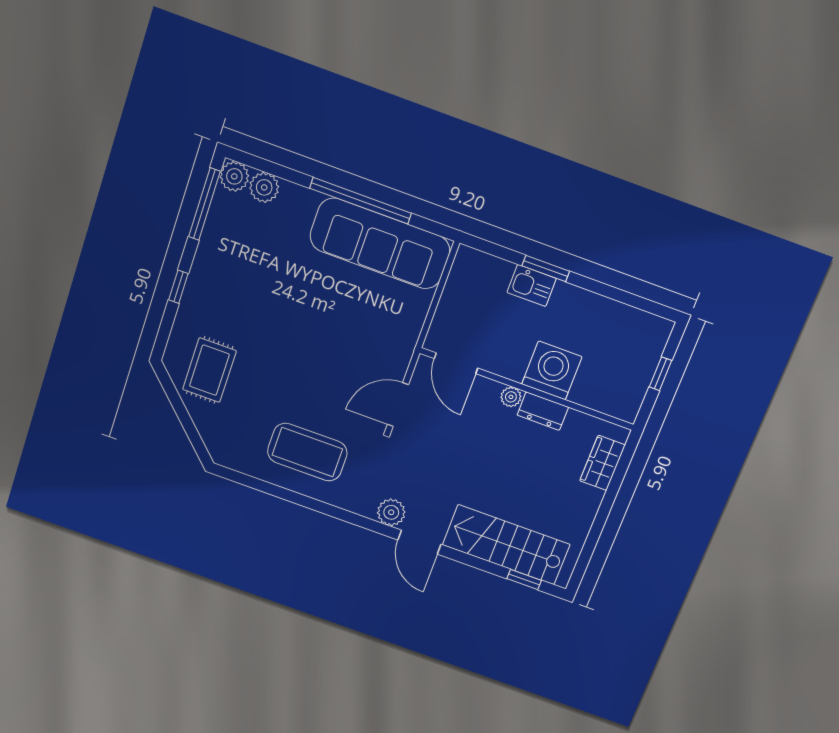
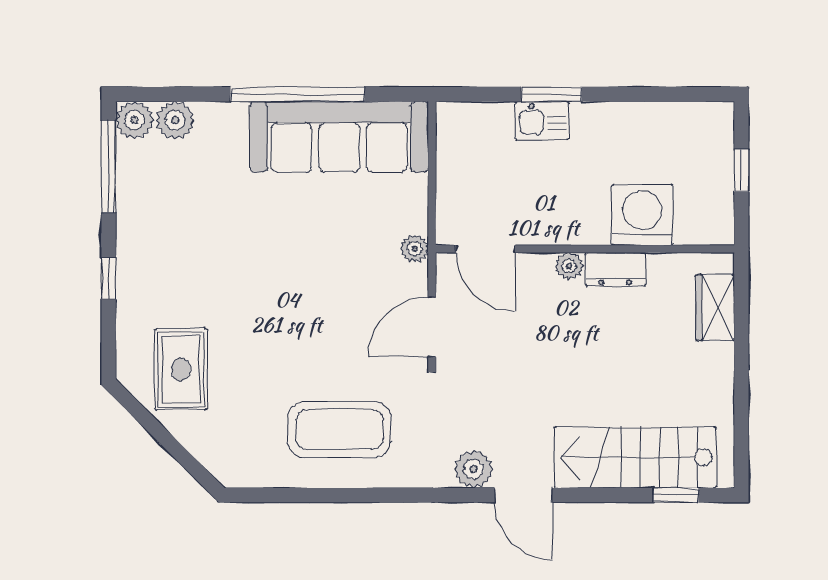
plant: (406, 345) -> (415, 249), added
washing machine: (552, 370) -> (642, 215), moved

